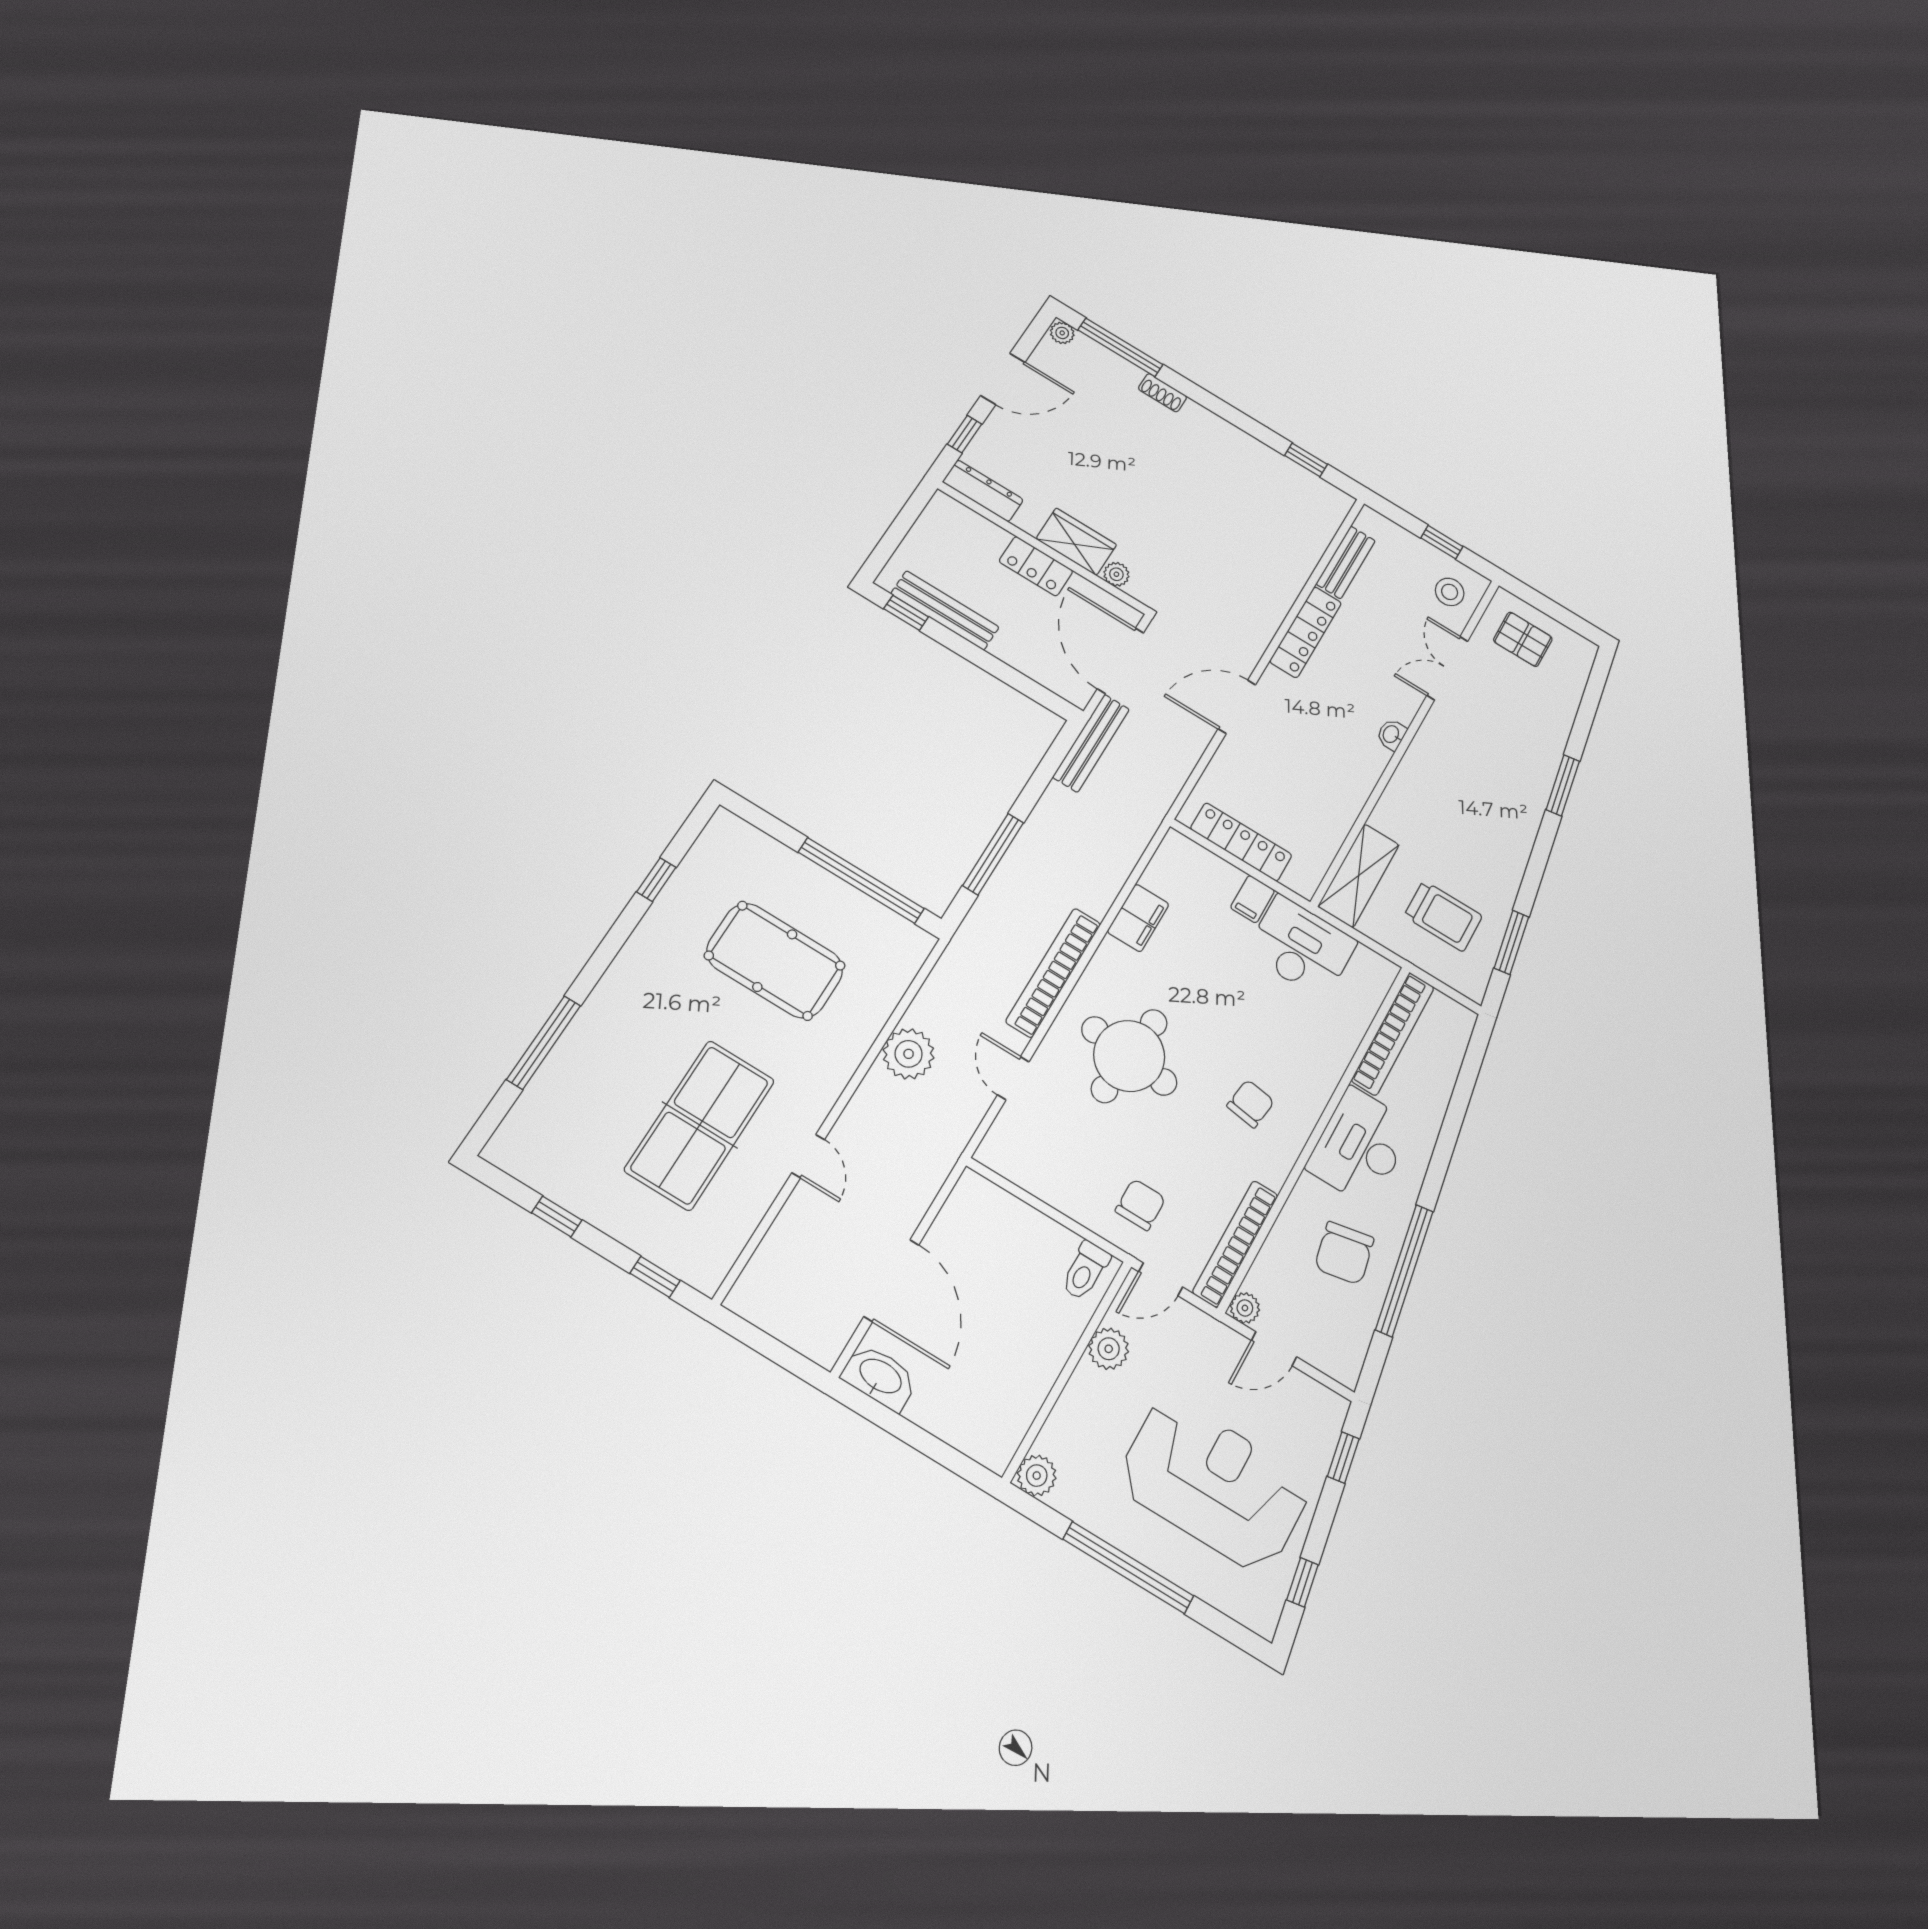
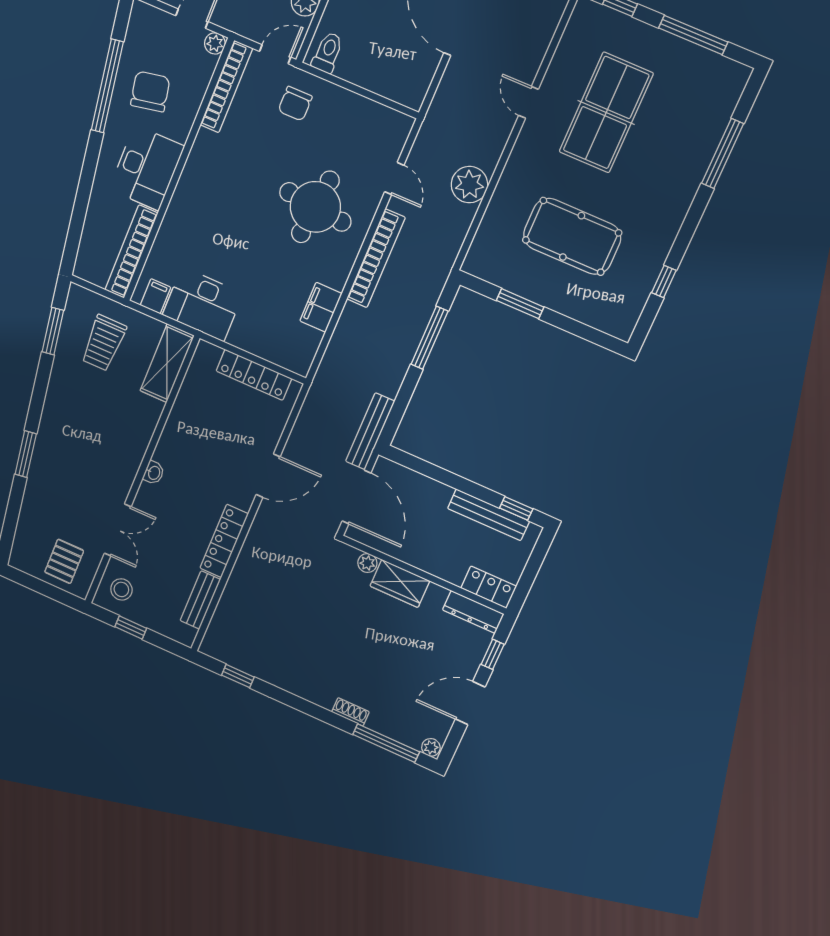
locker: (1036, 566) -> (489, 587), moved
pallet: (1523, 639) -> (64, 561), turned 90
window: (861, 880) -> (520, 304), width x0.47
filing cabinet: (1253, 899) -> (156, 296), moved
trolley: (1443, 916) -> (104, 343), turned -90
chair: (1251, 1104) -> (226, 186), removed
window: (557, 1216) -> (693, 35), width x2.17

